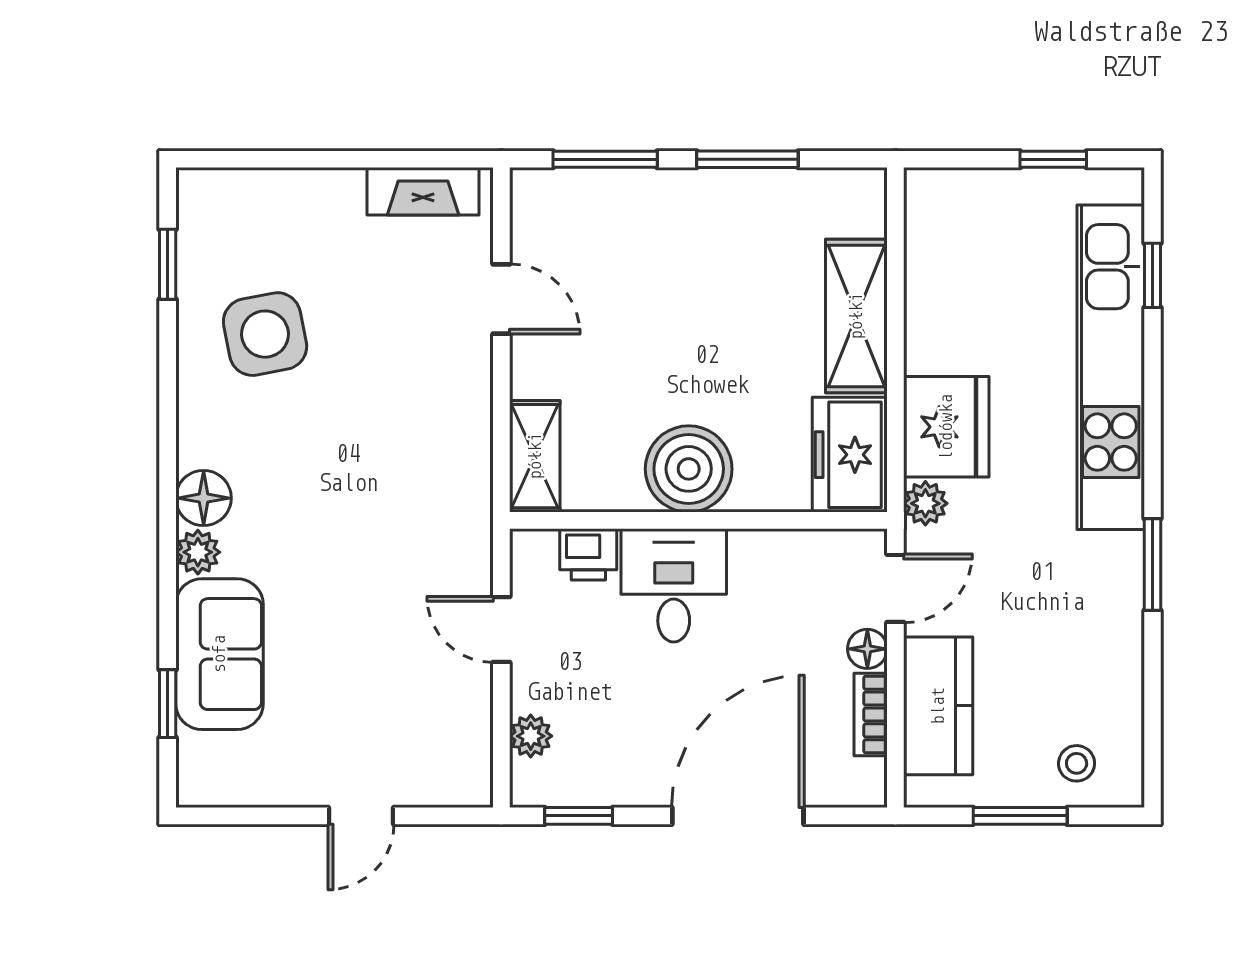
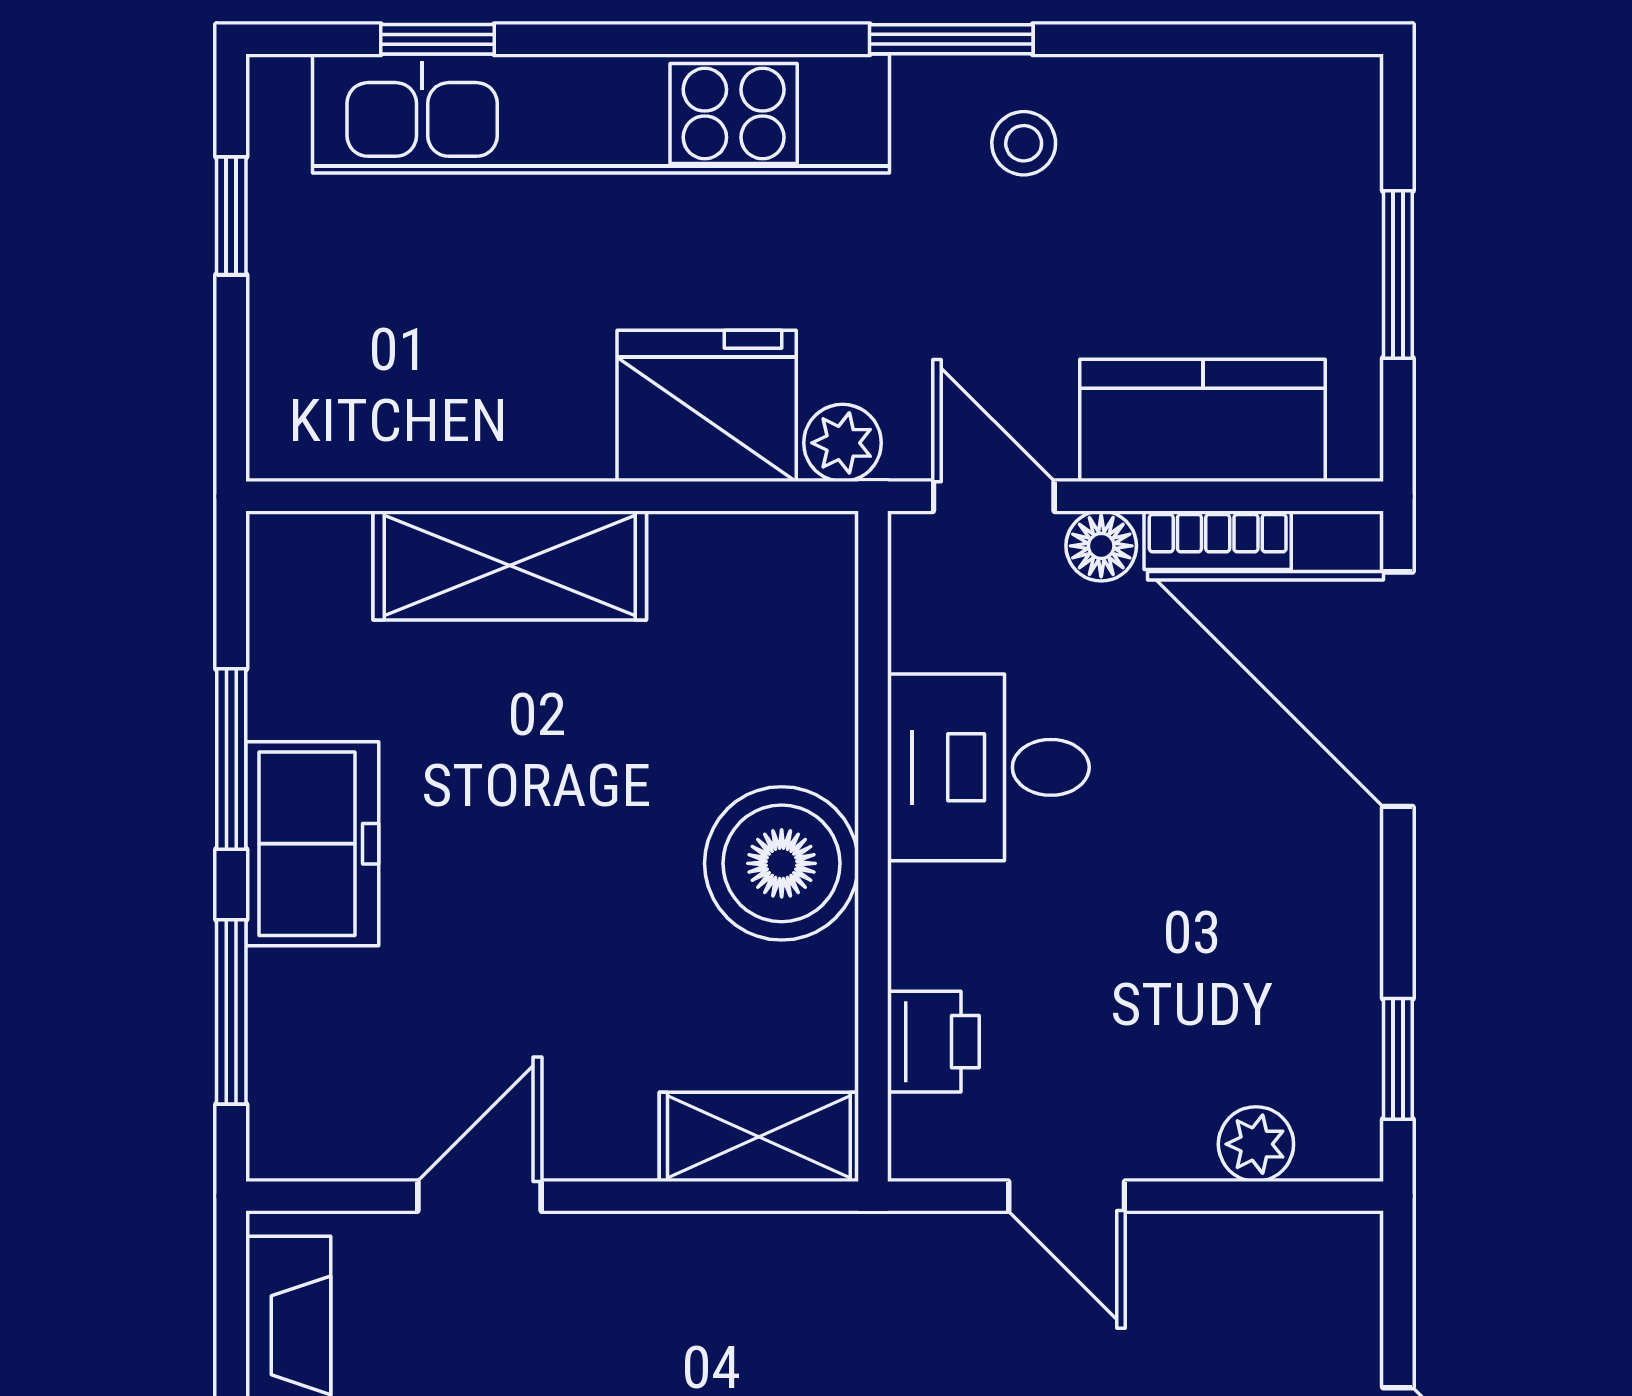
freezer: (850, 455) -> (312, 844), moved, turned -90
desk: (674, 585) -> (988, 767), moved
door: (501, 629) -> (1067, 1196), hinge flipped
stool: (1077, 763) -> (1024, 143), moved
door: (738, 816) -> (1398, 689), moved

